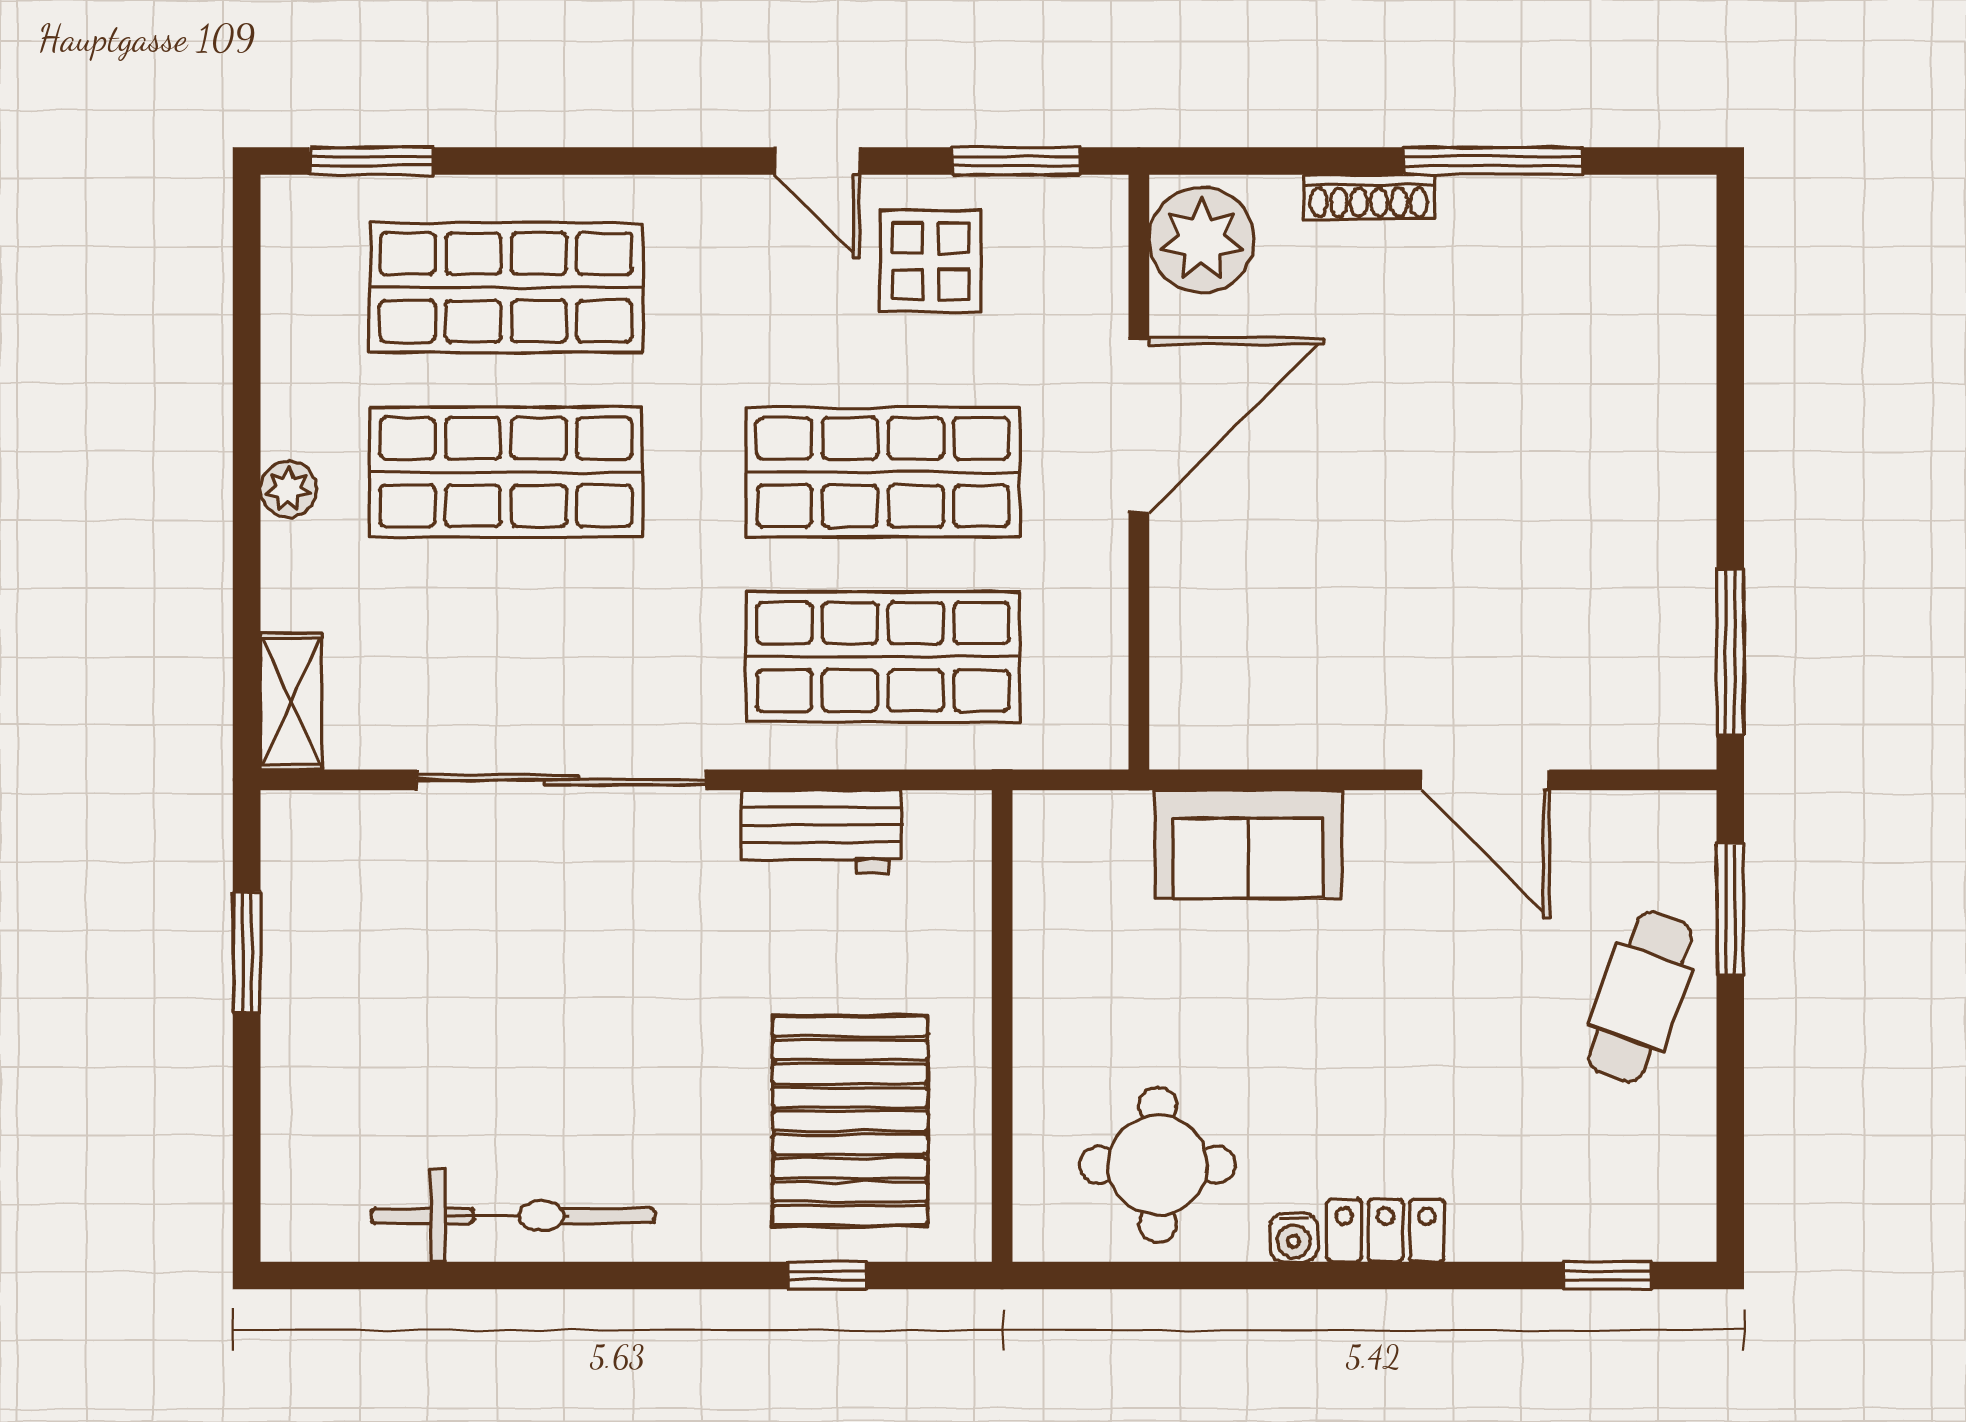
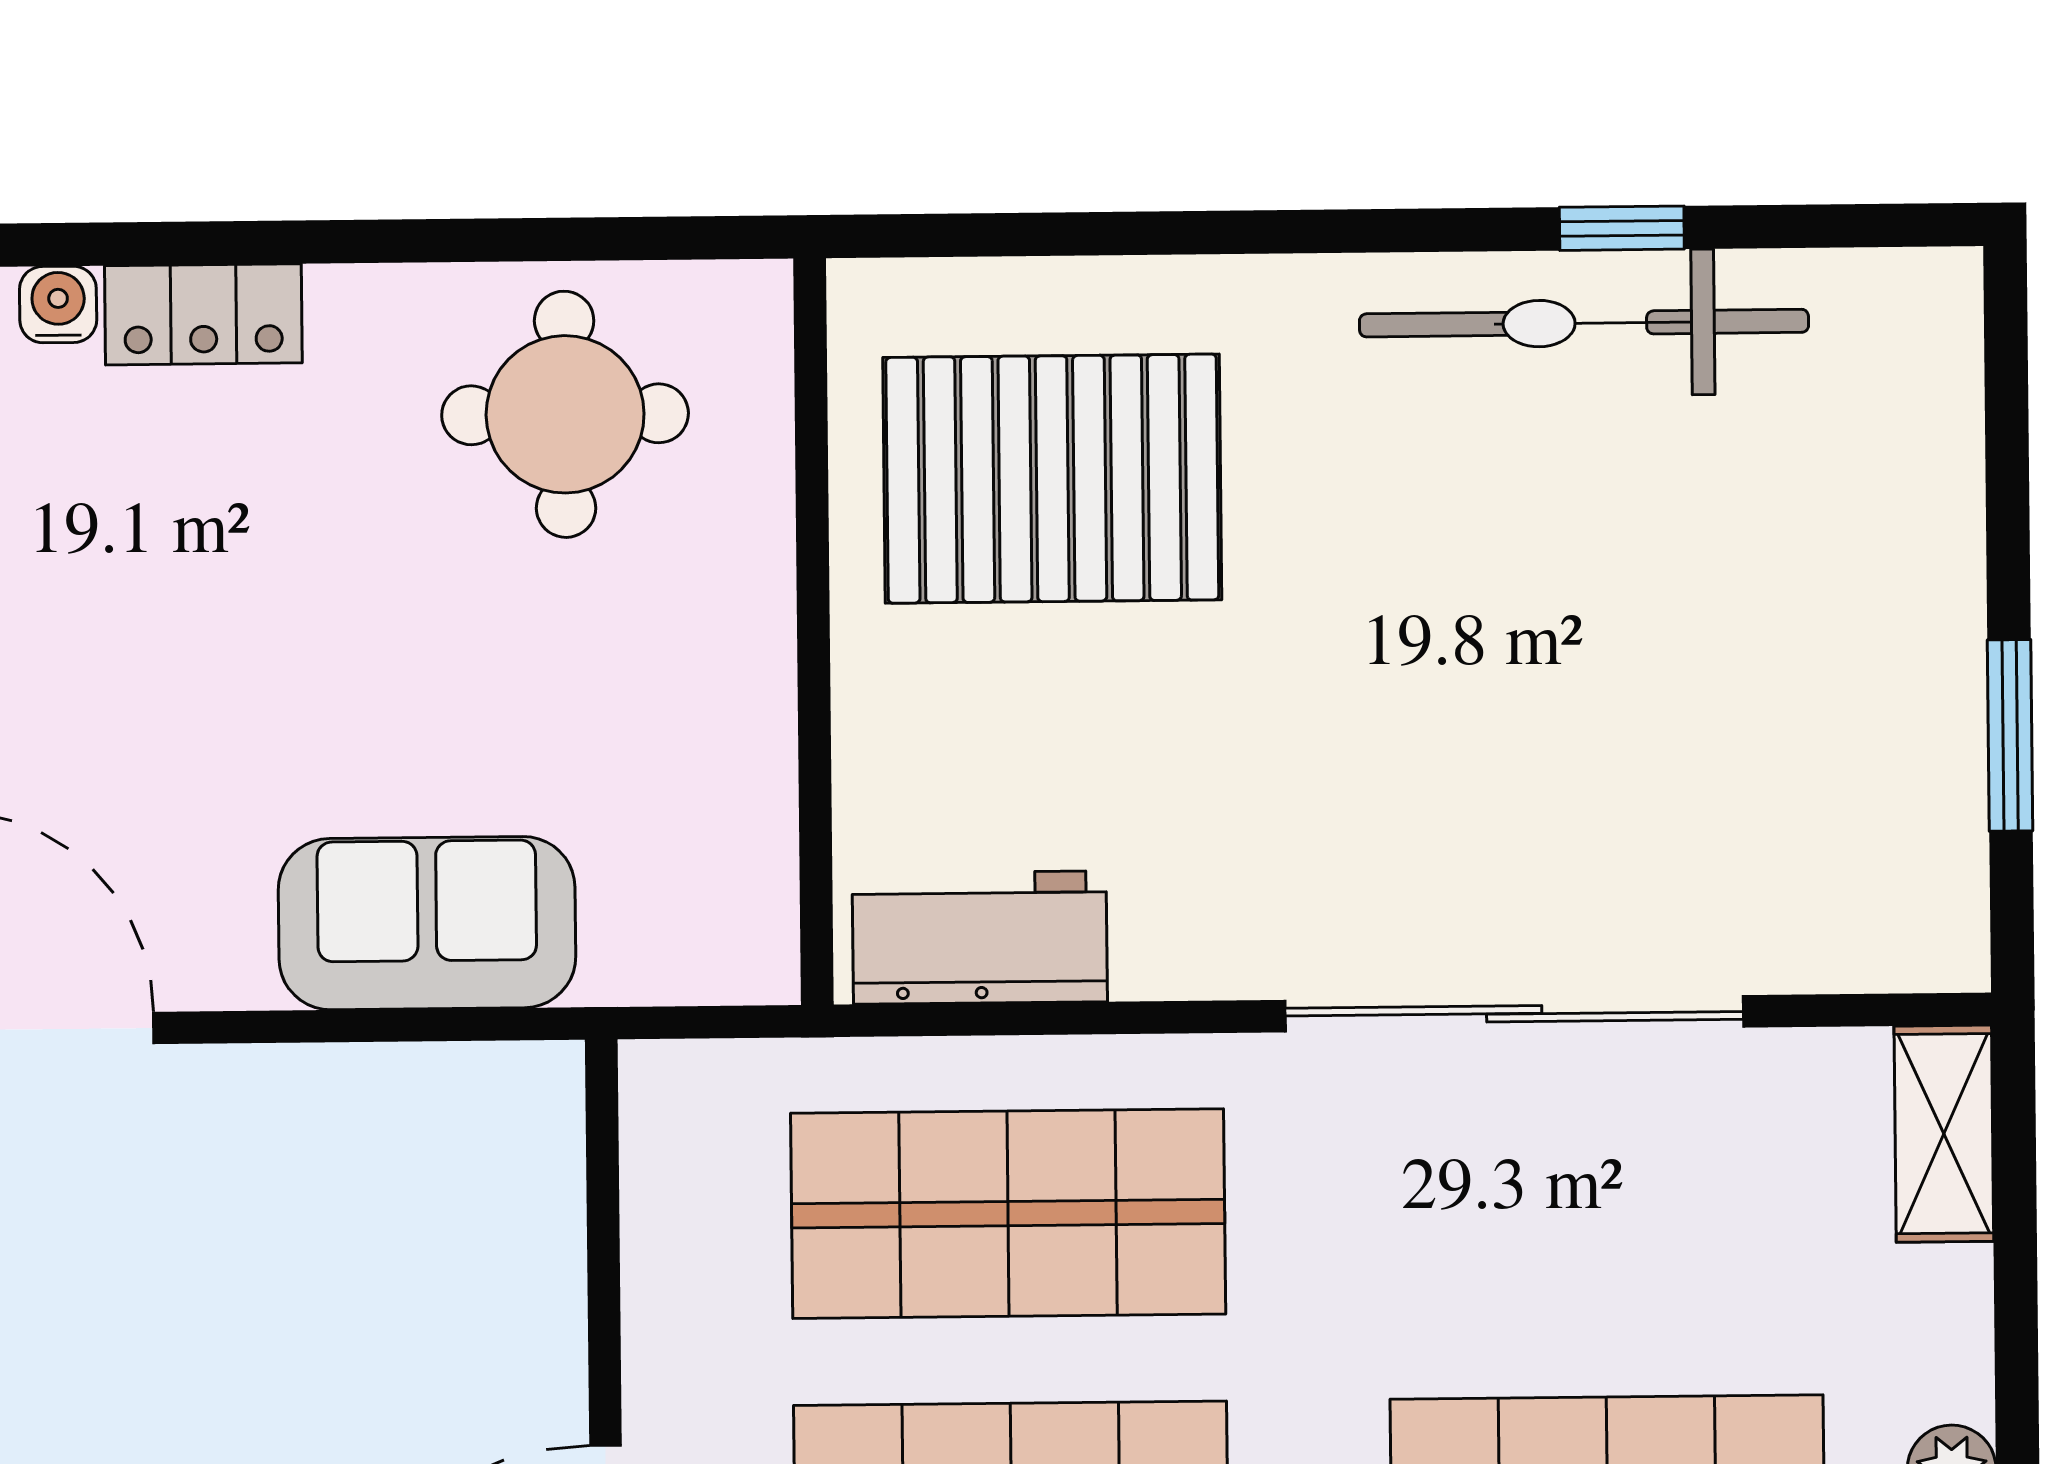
workbench: (821, 831) -> (980, 938), moved
pallet: (850, 1121) -> (1052, 479), turned 90
water cooler: (1294, 1238) -> (58, 305), moved
window: (827, 1275) -> (1622, 228), moved

